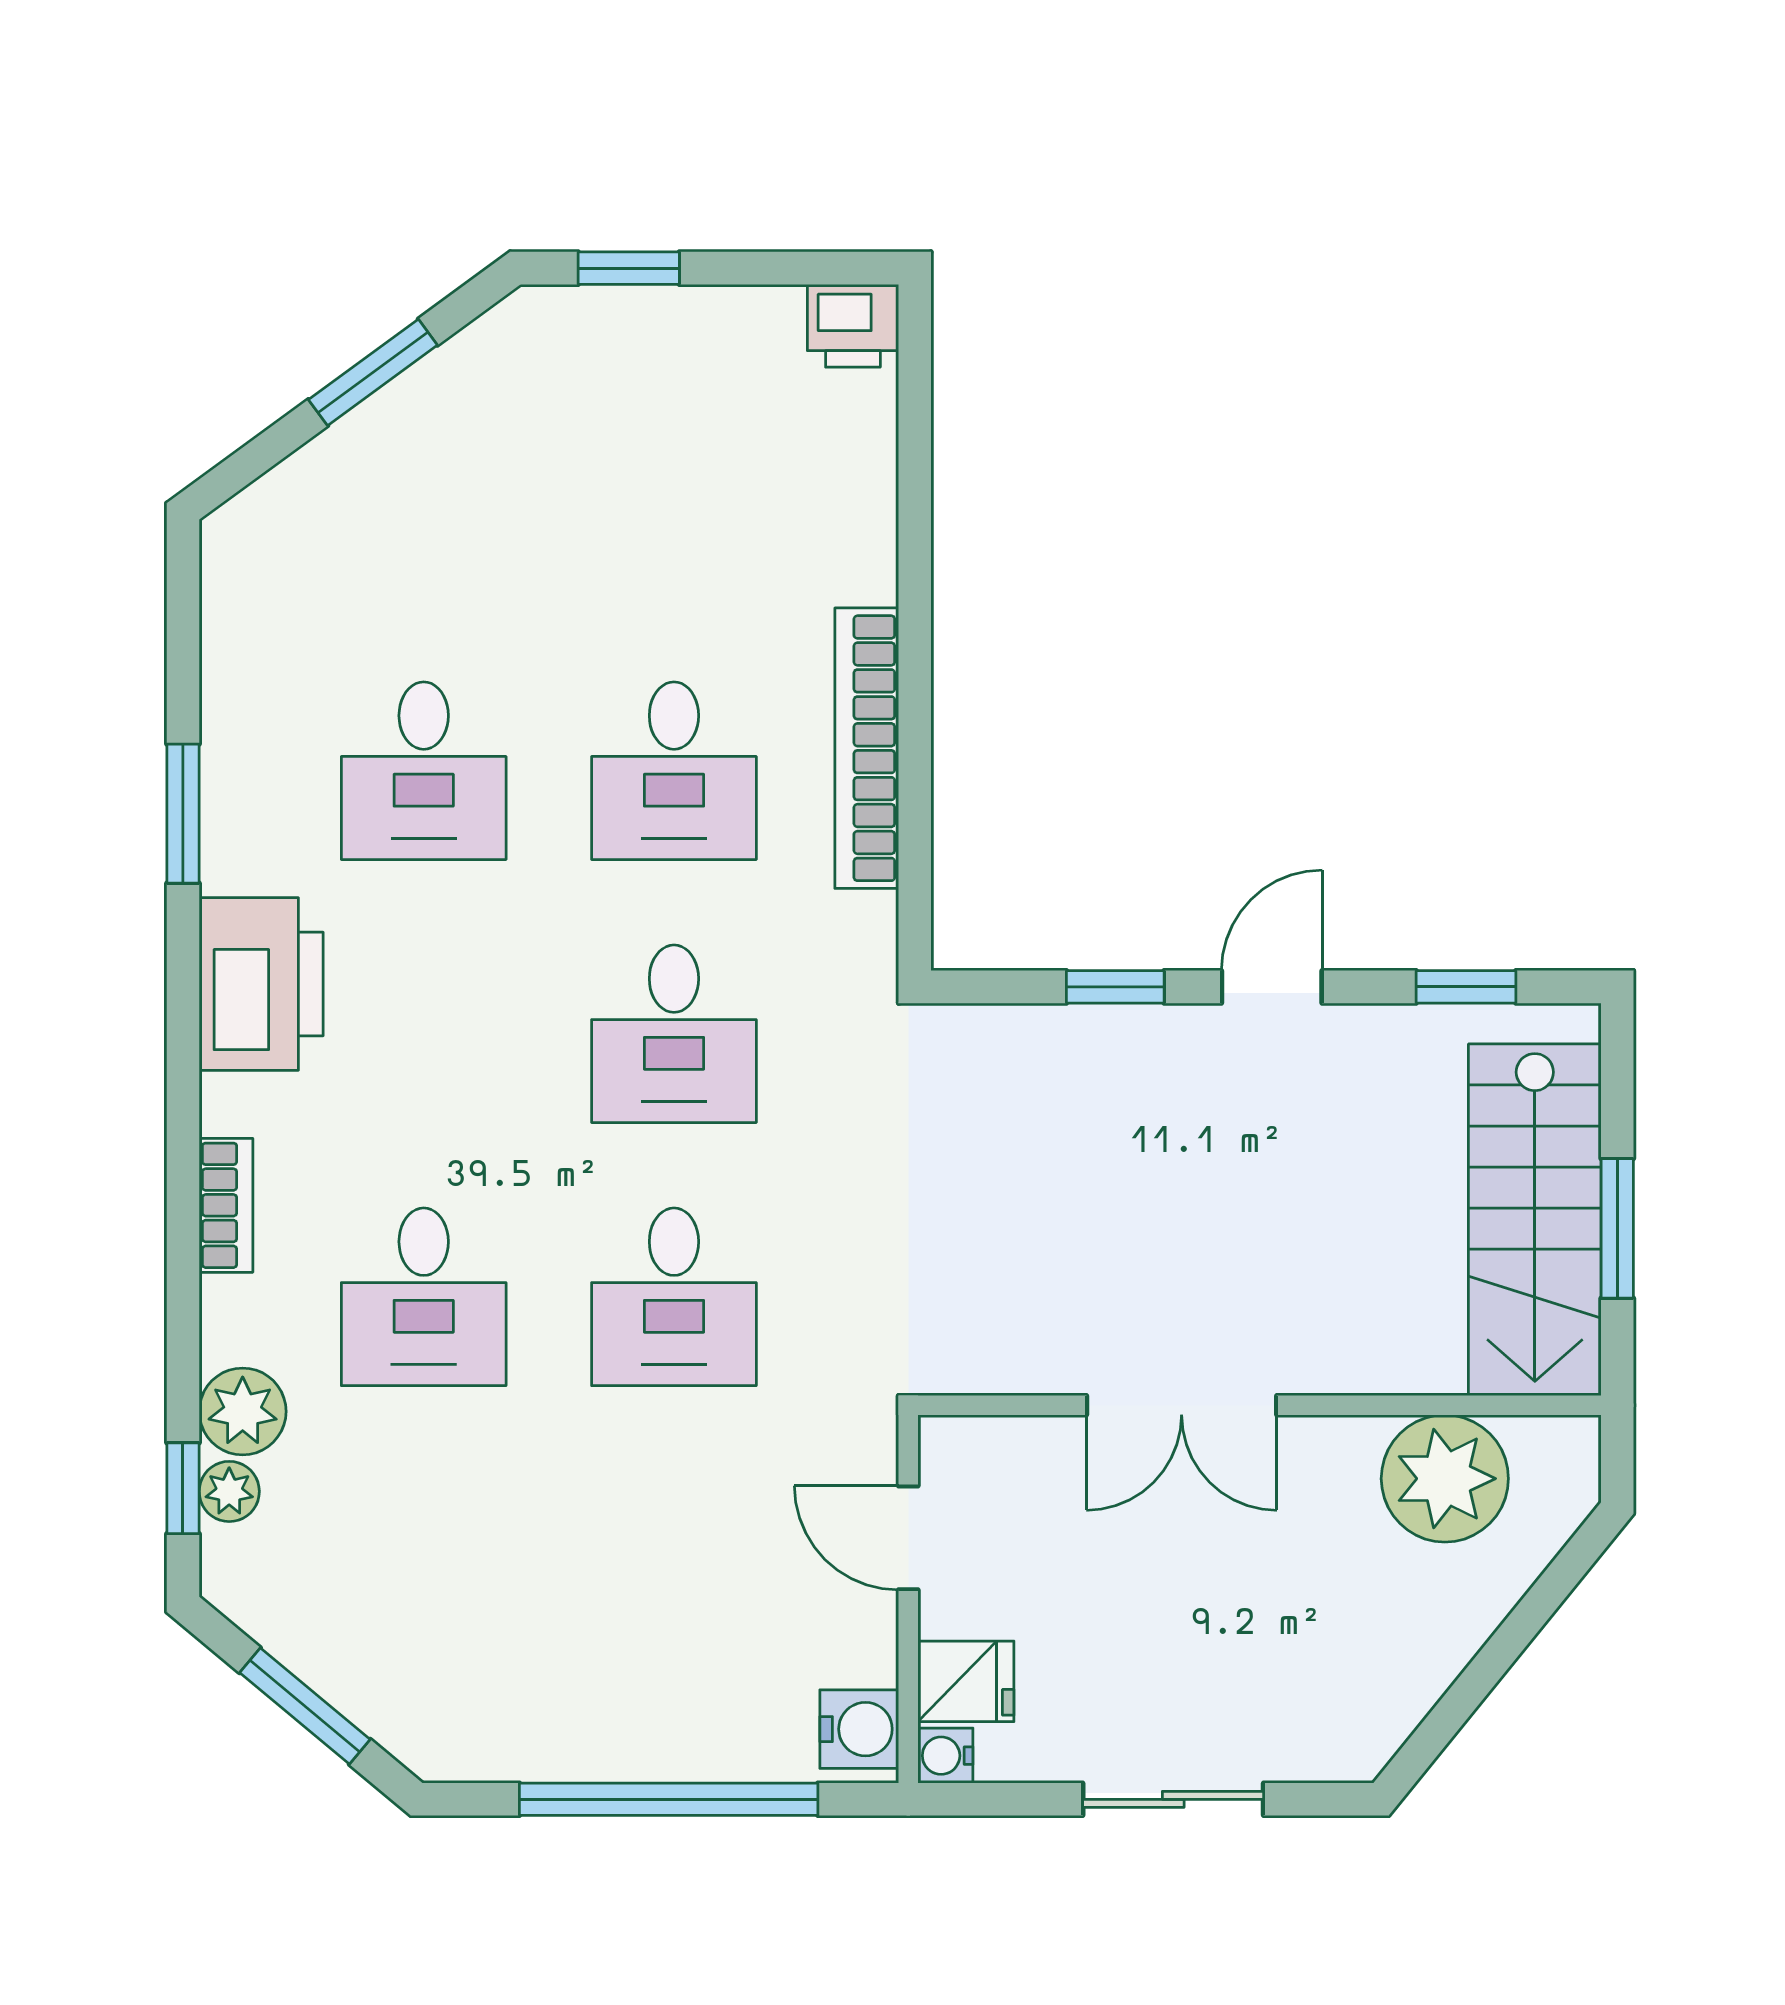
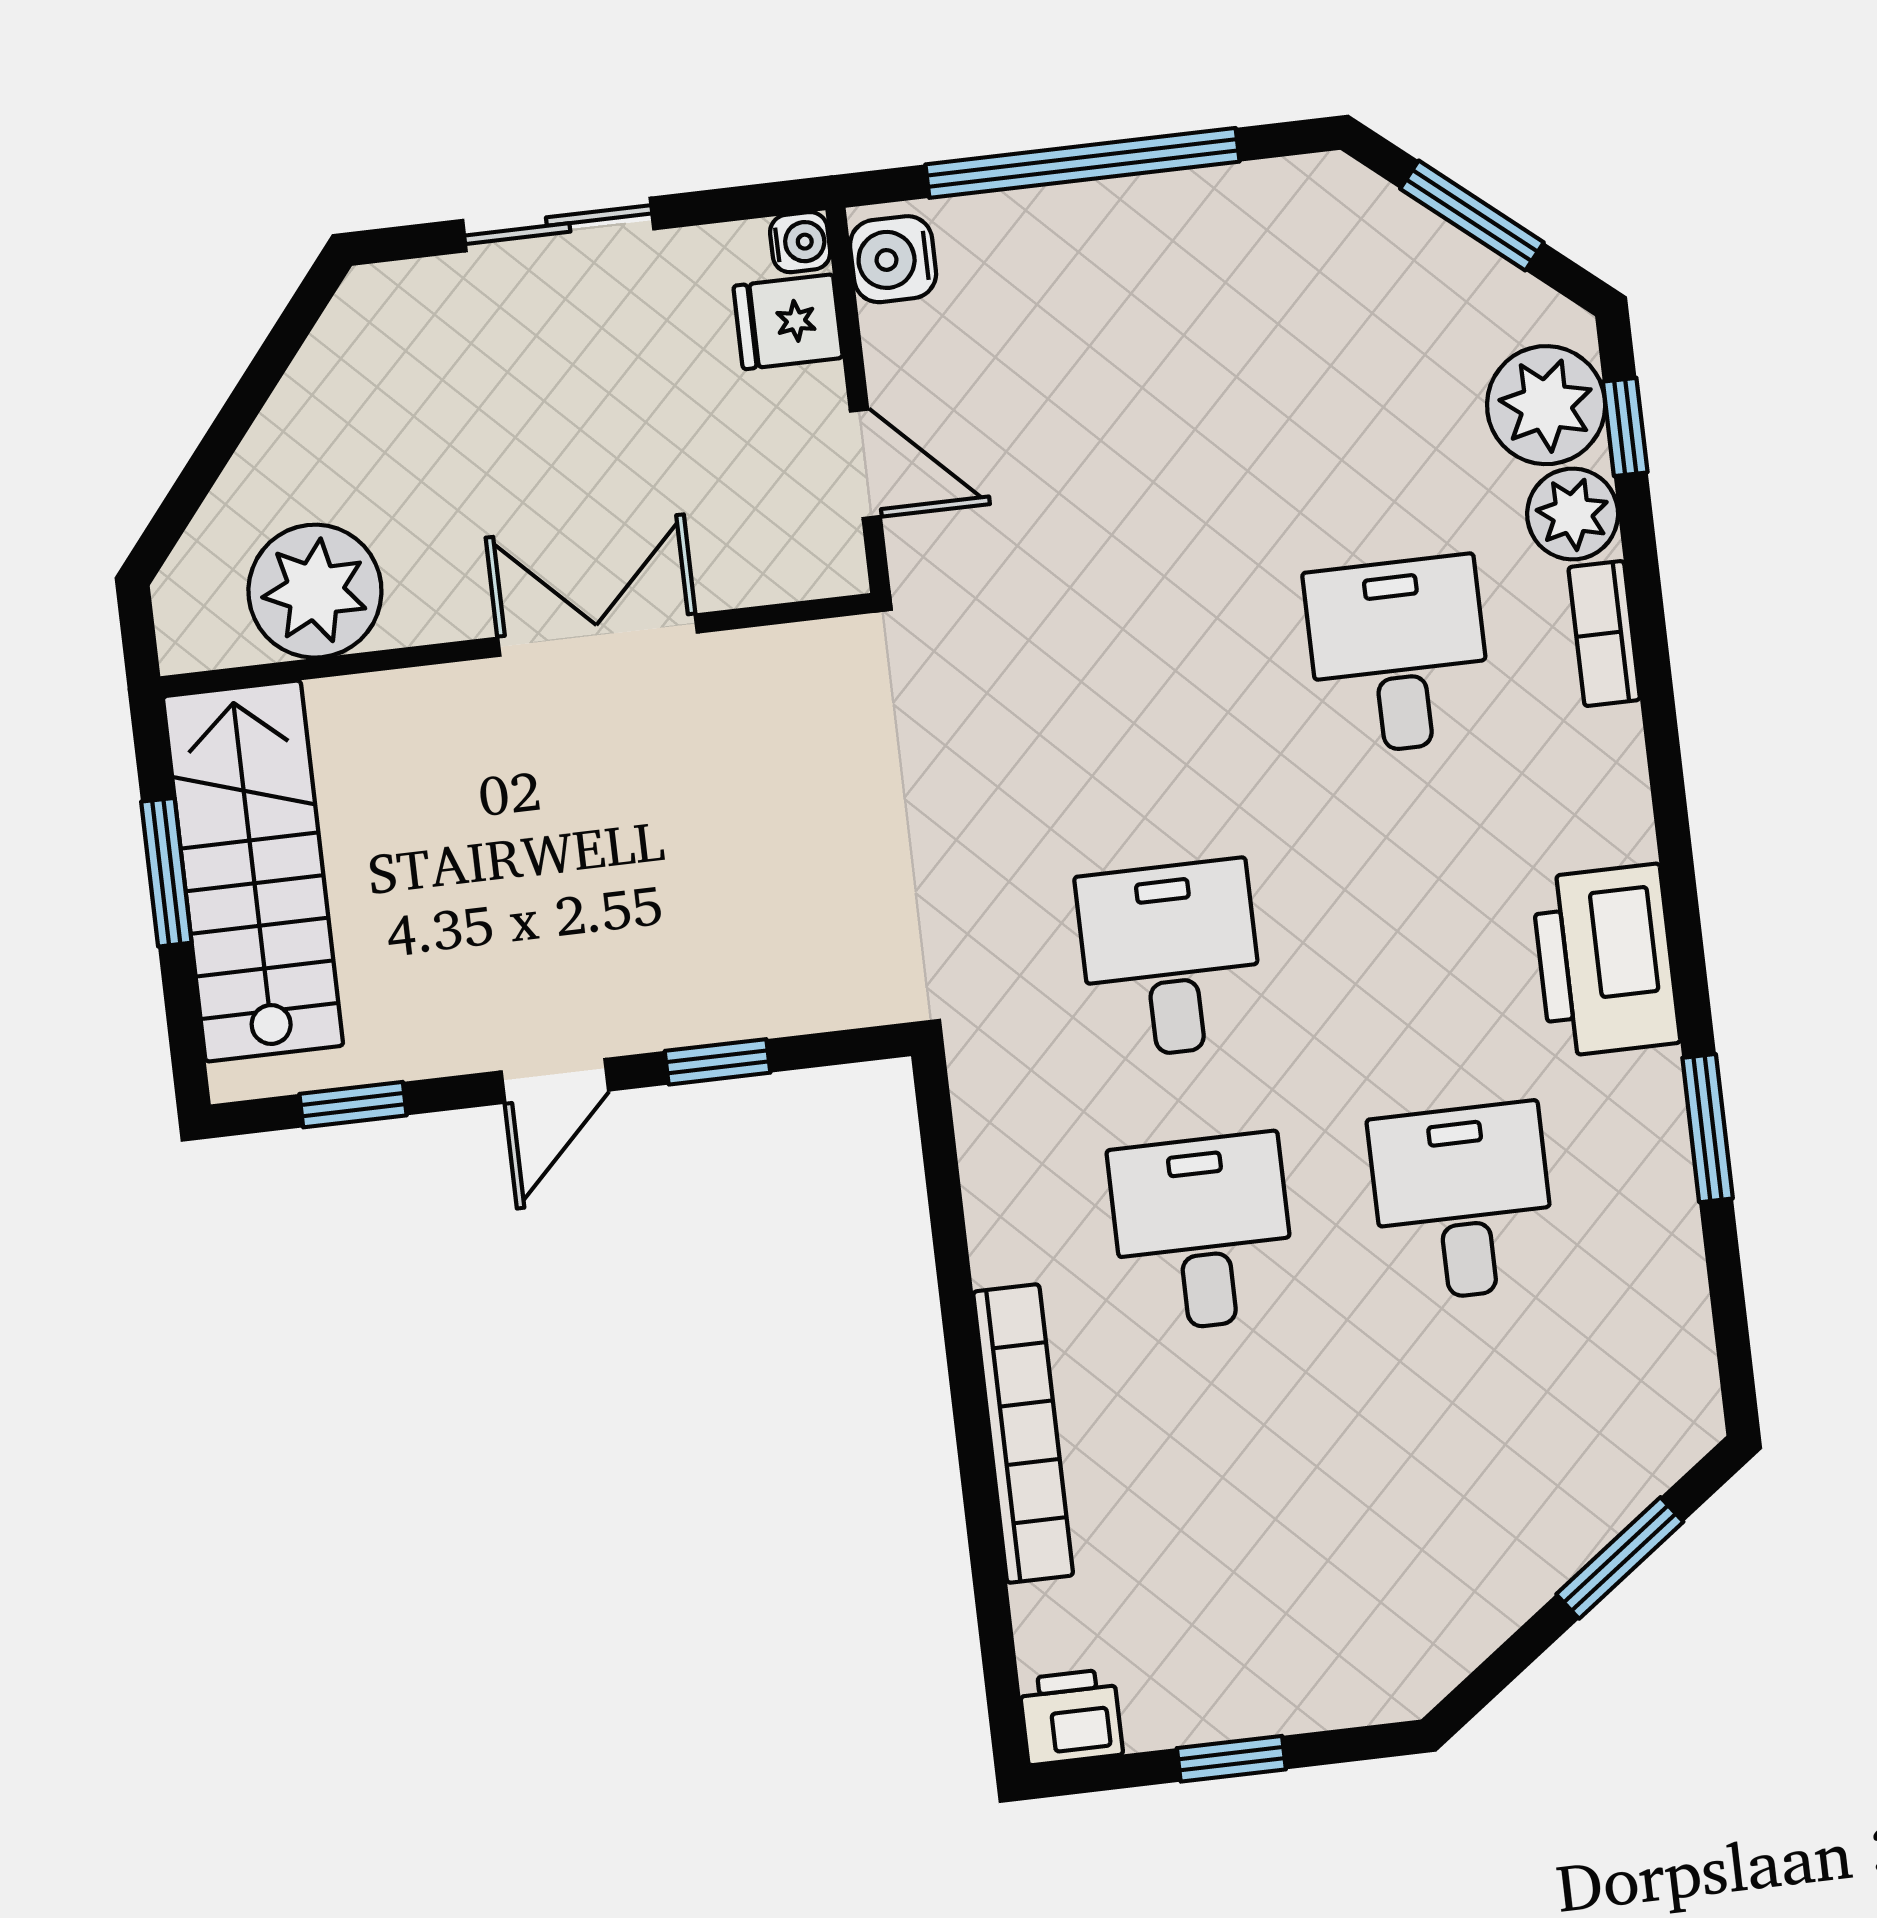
window: (629, 268) -> (1231, 1759), moved
window: (373, 372) -> (1620, 1558), moved
bookcase: (867, 748) -> (1023, 1434), moved
bookcase: (226, 1205) -> (1604, 634), moved
desk: (674, 1297) -> (1138, 686), removed
plant: (229, 1491) -> (1546, 405), width x1.88, depth x1.88

